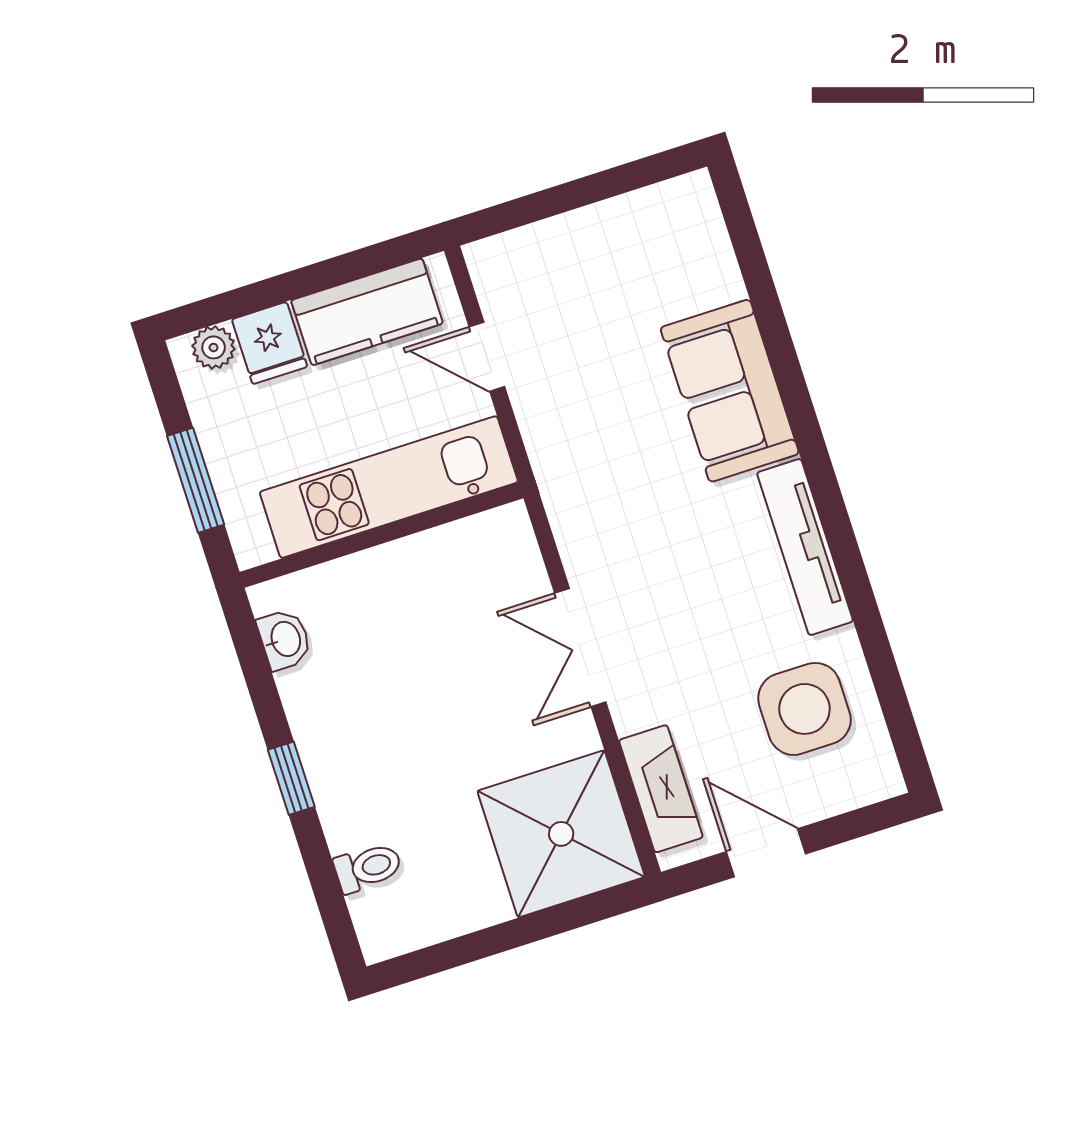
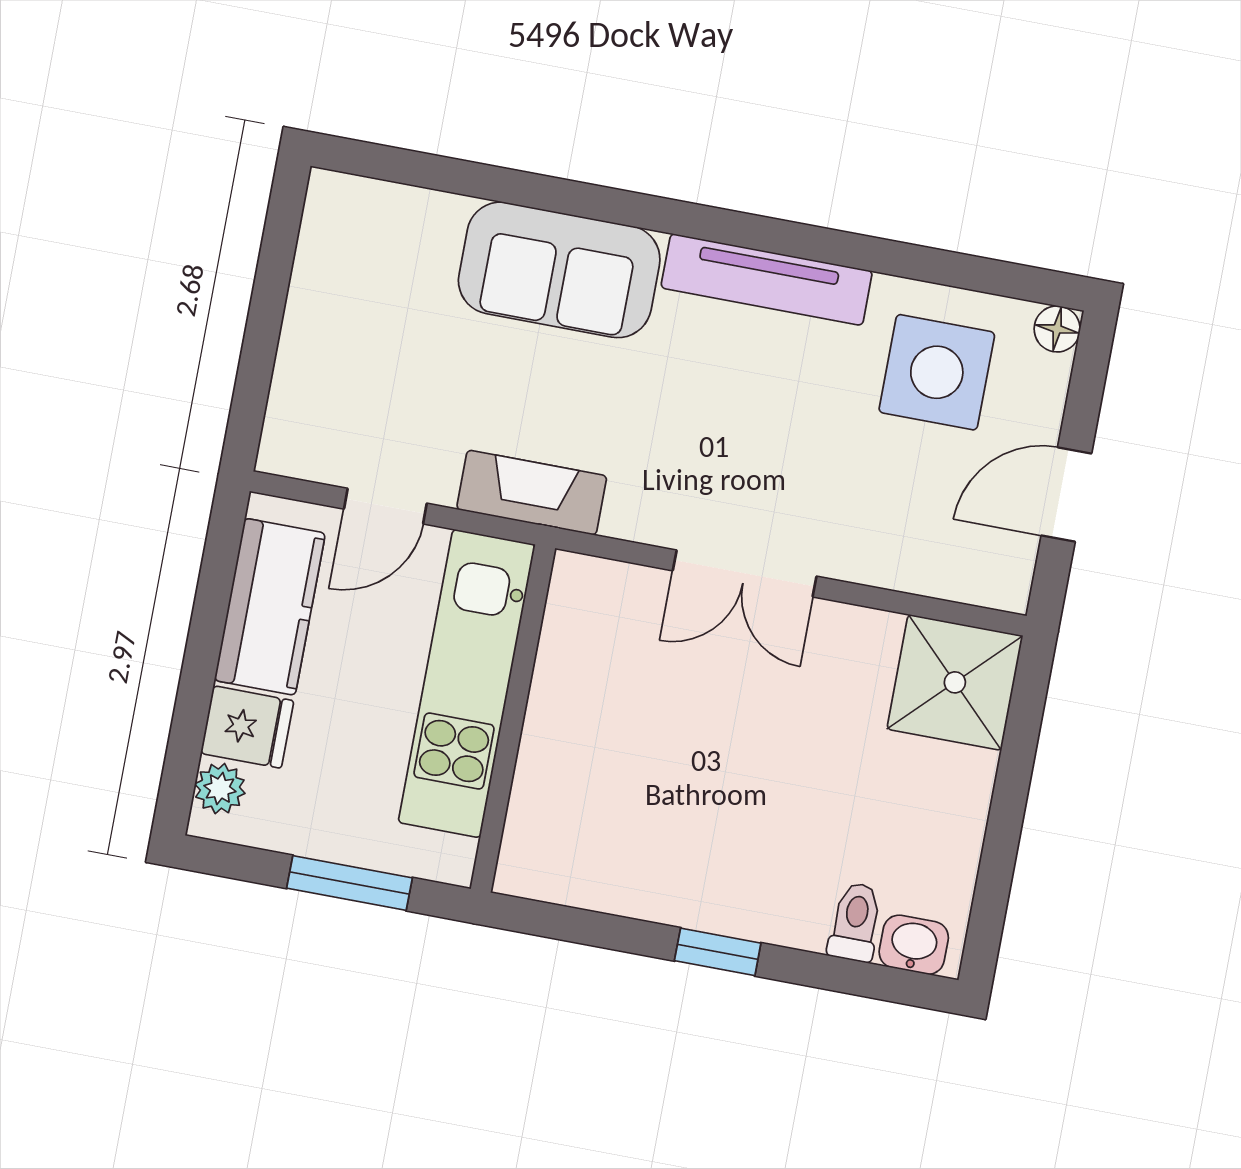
washbasin: (285, 639) -> (914, 945), moved
floor lamp: (884, 780) -> (1057, 329), added
fireplace: (661, 789) -> (532, 493), moved
shower: (561, 834) -> (955, 682), width x0.73, depth x0.73

